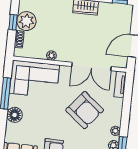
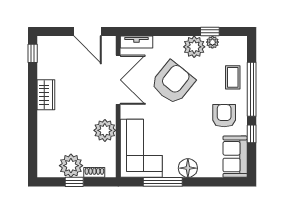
plant: (51, 56) -> (105, 130), width x1.88, depth x1.88
plant: (115, 131) -> (194, 47), width x1.87, depth x1.87

